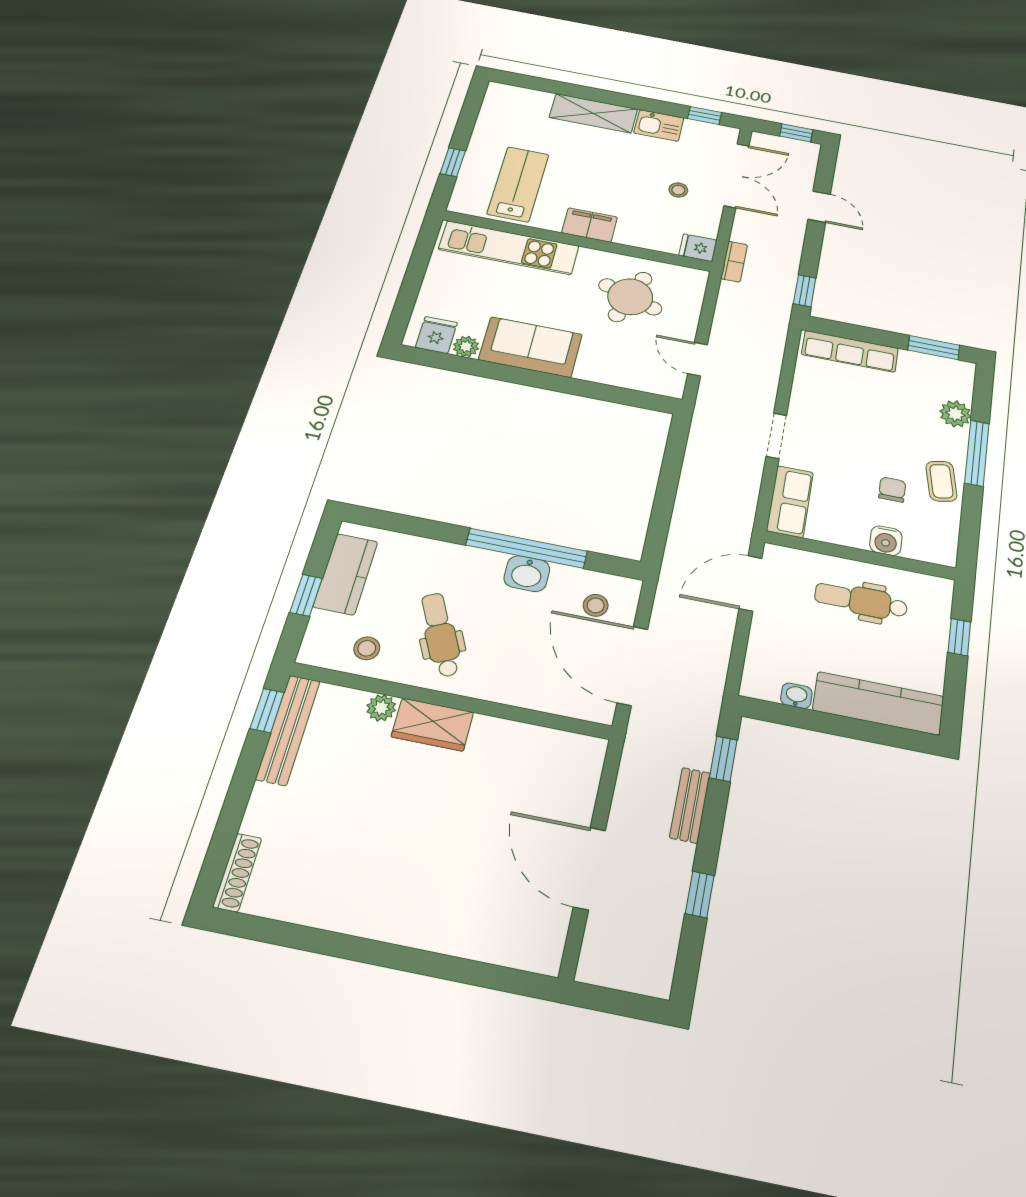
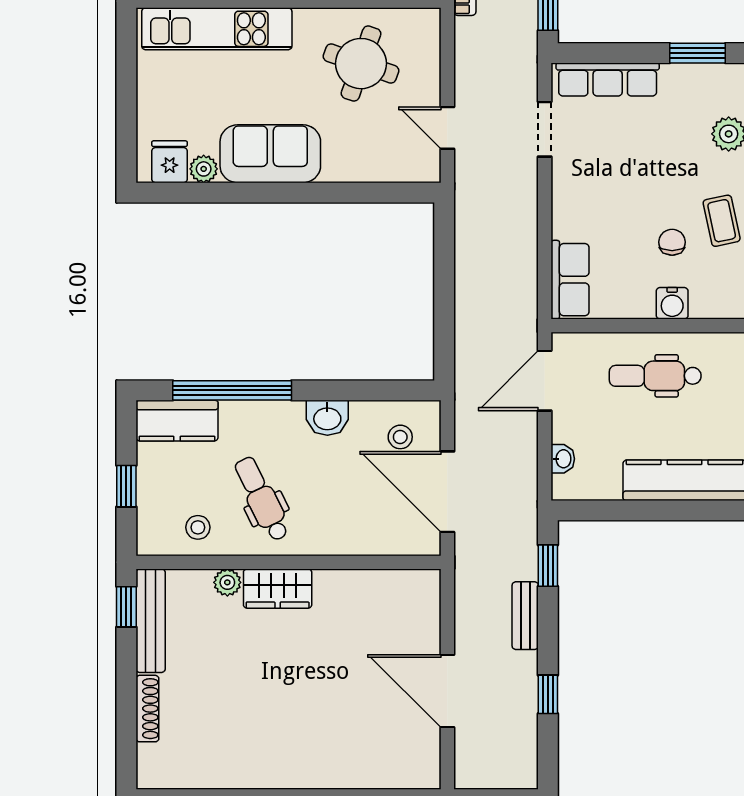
doorway: (776, 436) -> (545, 129), moved
window: (526, 548) -> (232, 390), moved
kitchen counter: (346, 574) -> (177, 421), moved, turned 90
washbasin: (796, 696) -> (563, 459), moved, turned 90
shoe rack: (237, 872) -> (147, 709), moved

